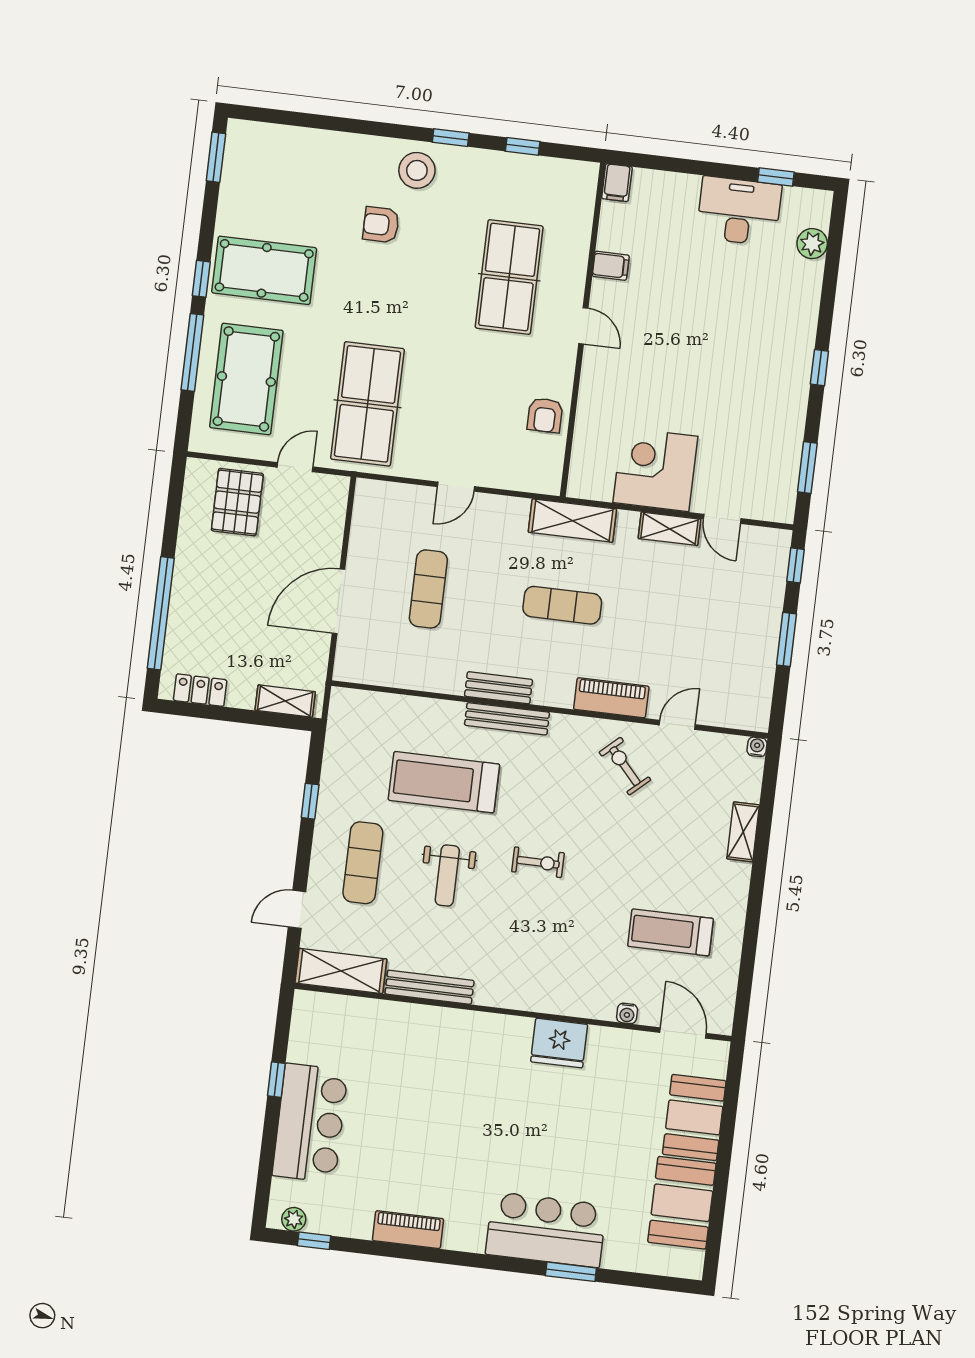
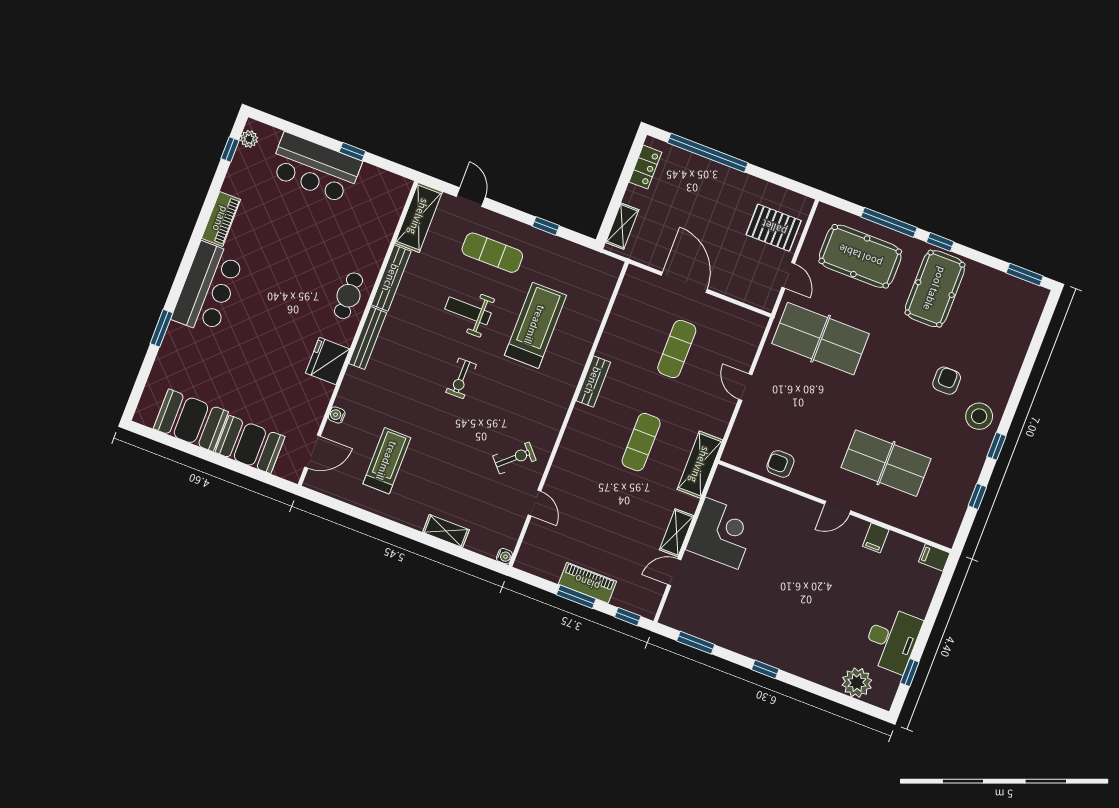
plant: (812, 244) -> (857, 683), width x1.36, depth x1.36
exercise mat: (428, 589) -> (677, 349), turned 90
piano: (611, 698) -> (587, 583), moved, turned -90
bench: (507, 719) -> (368, 338), moved
cafe table: (467, 1037) -> (349, 296), added
bar counter: (546, 1230) -> (208, 288), moved

